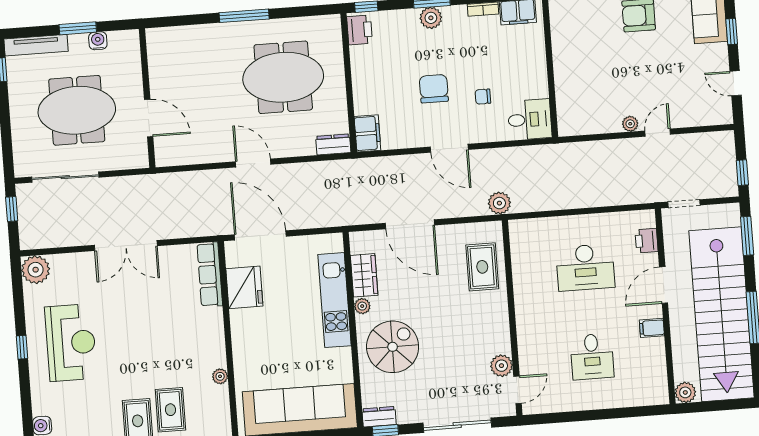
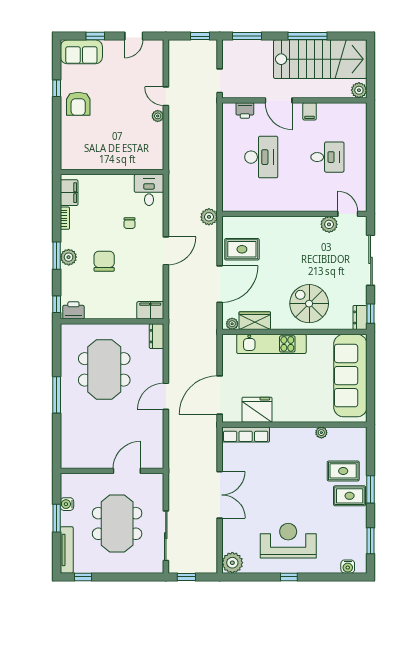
chair: (434, 89) -> (104, 261), moved, turned 90
rug: (482, 267) -> (242, 249), moved
plant: (362, 306) -> (232, 324), moved
stairs: (722, 314) -> (320, 59), width x0.73

